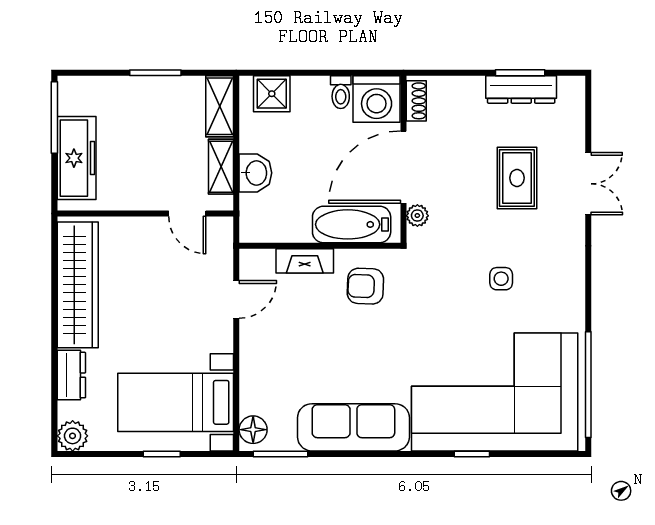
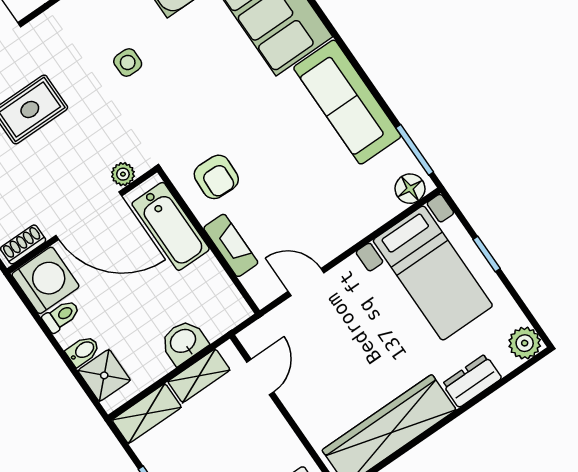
bidet: (302, 90) -> (83, 351), added

